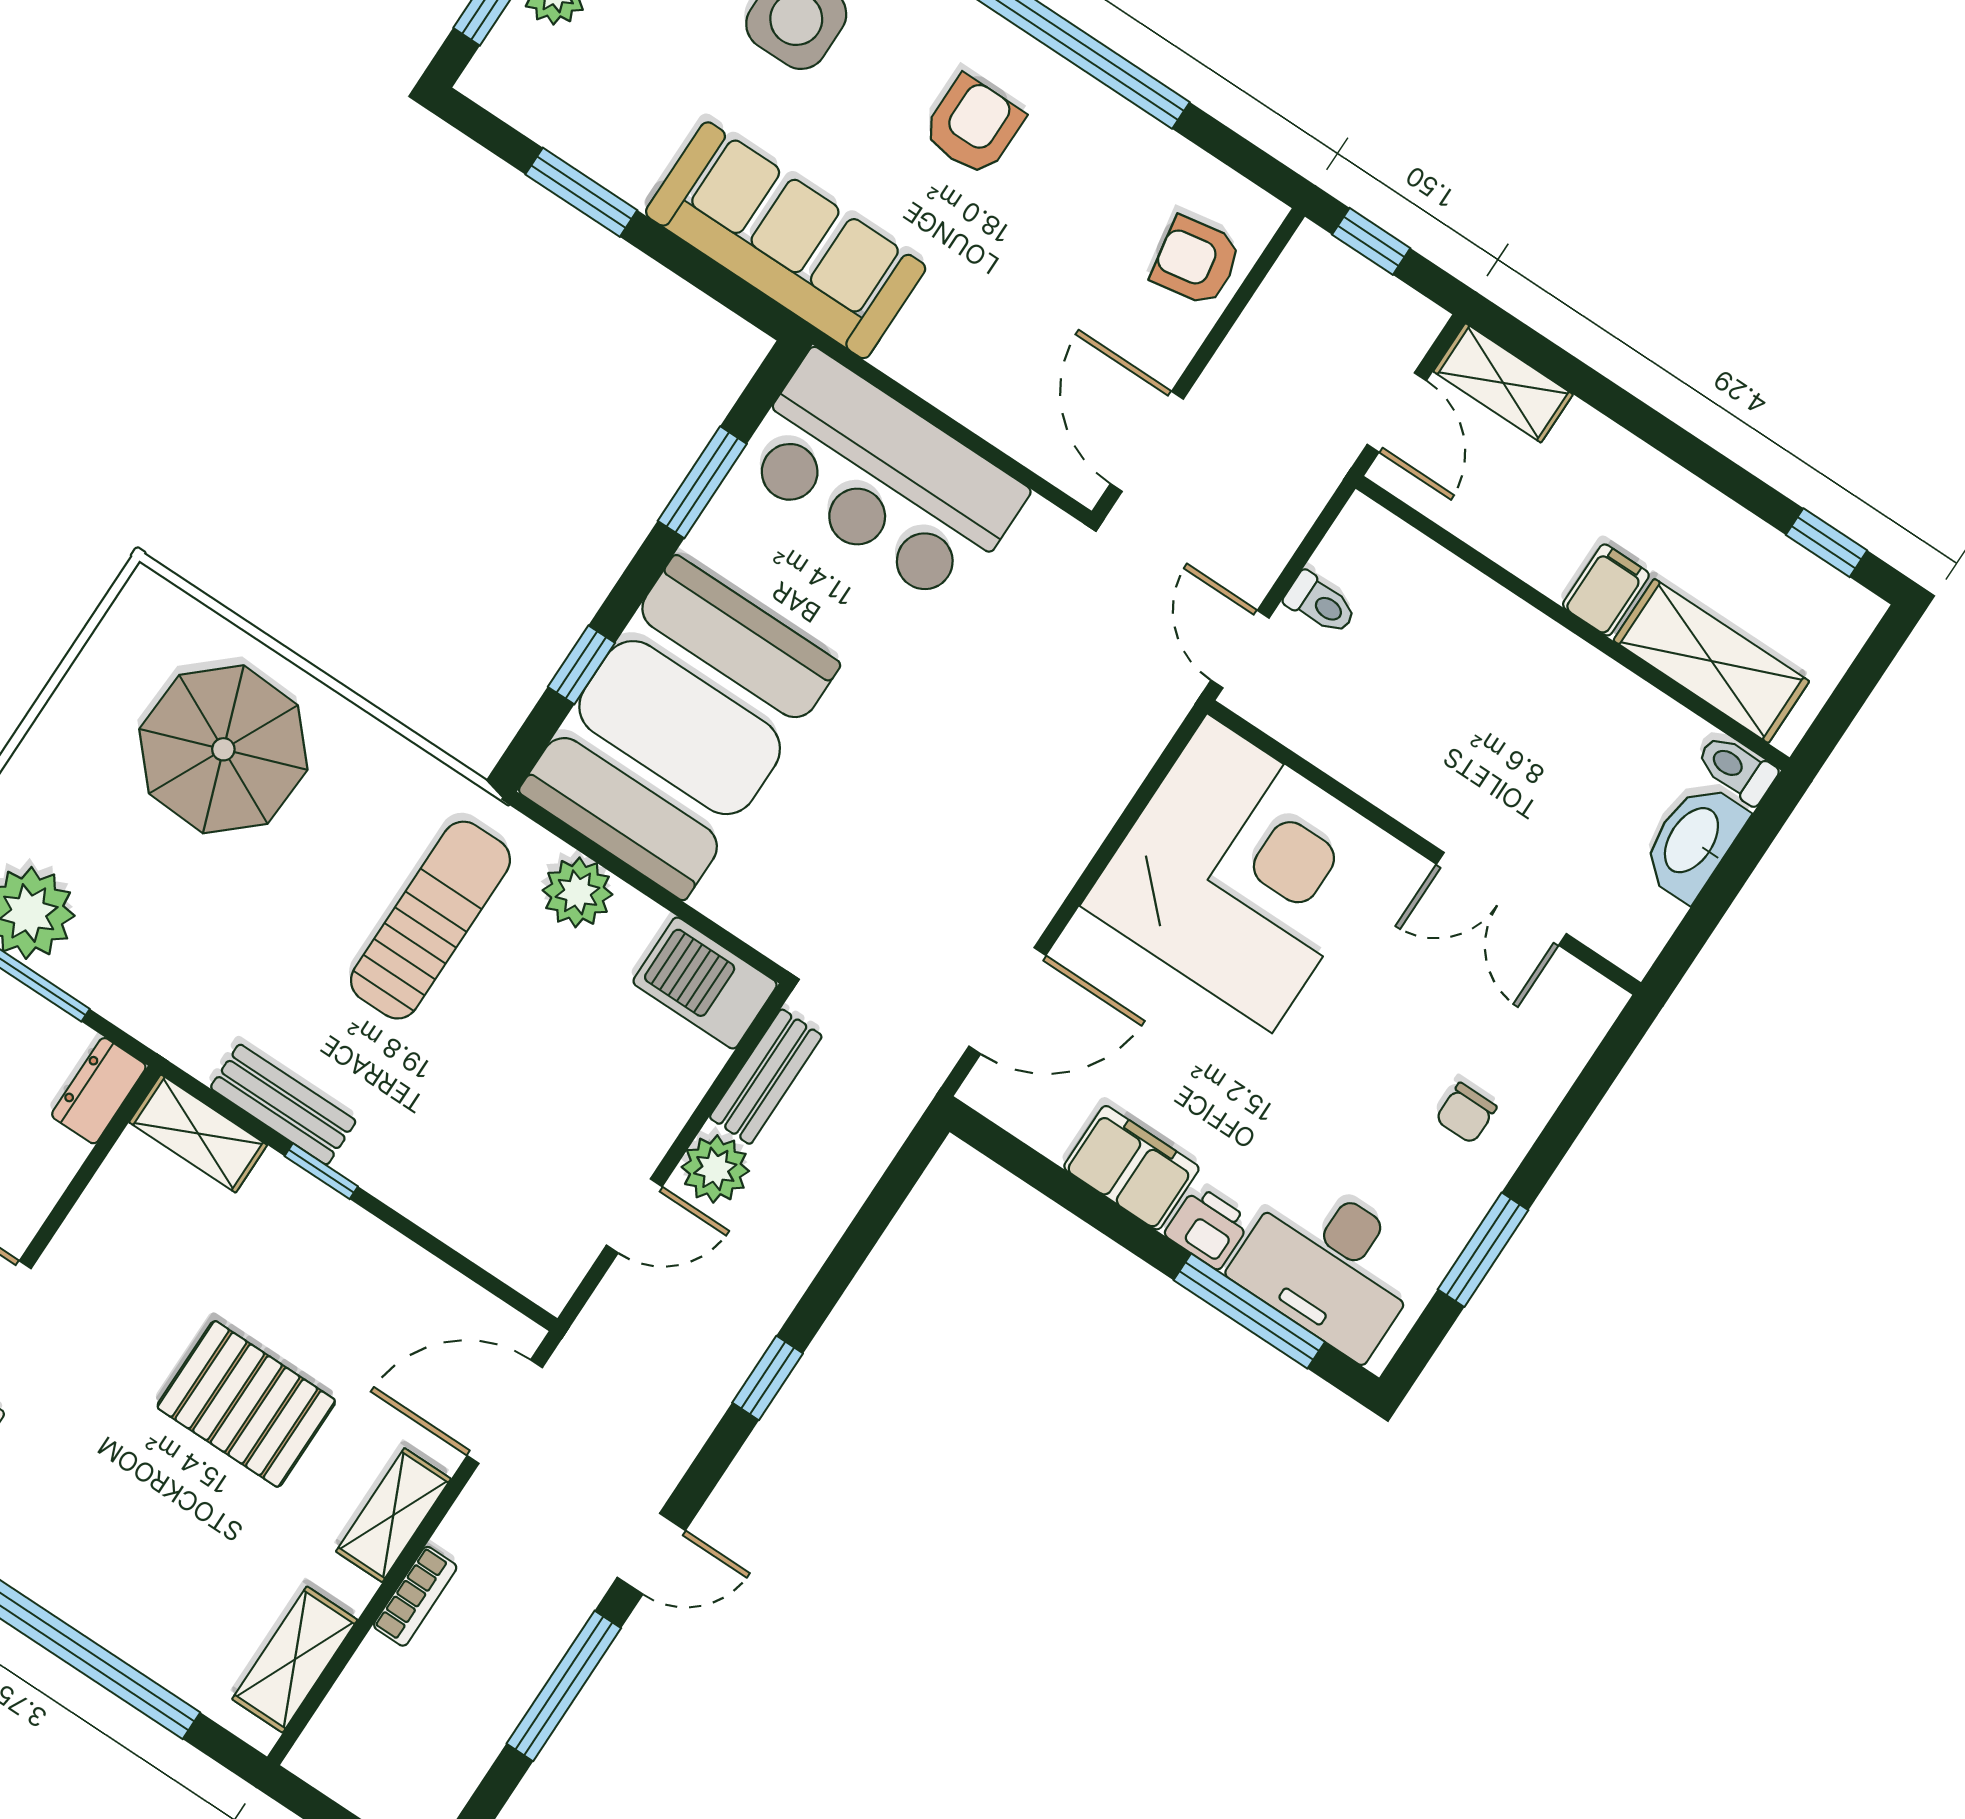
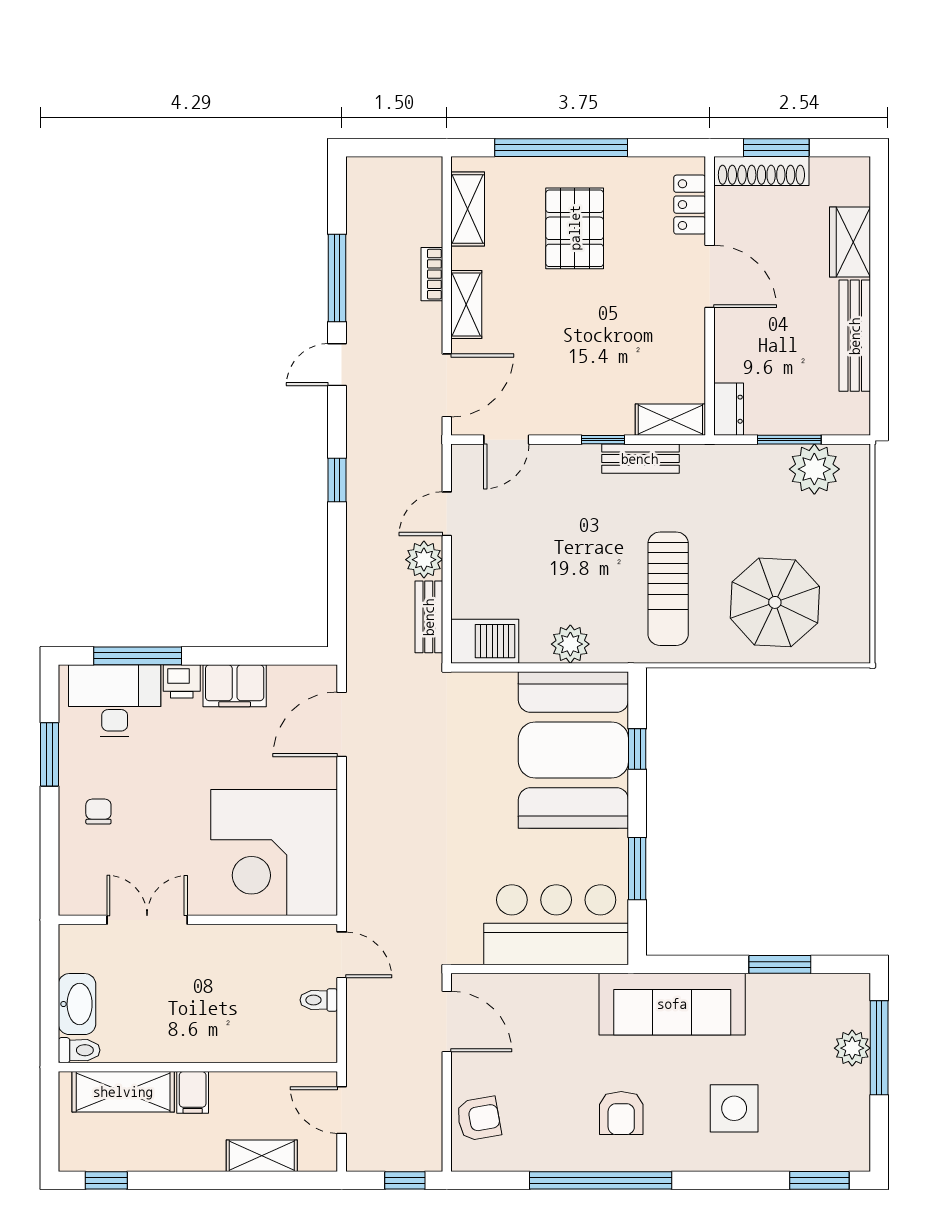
shelving: (1503, 383) -> (262, 1156), moved
sun lounger: (430, 920) -> (668, 589), moved
door: (469, 1269) -> (506, 440), added
pallet: (246, 1404) -> (575, 228), moved, turned 90

